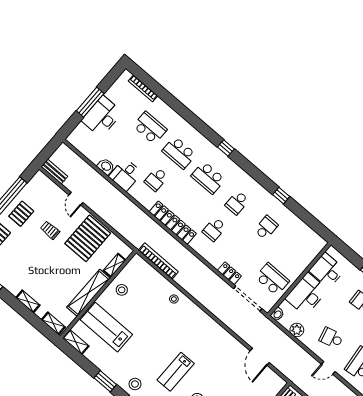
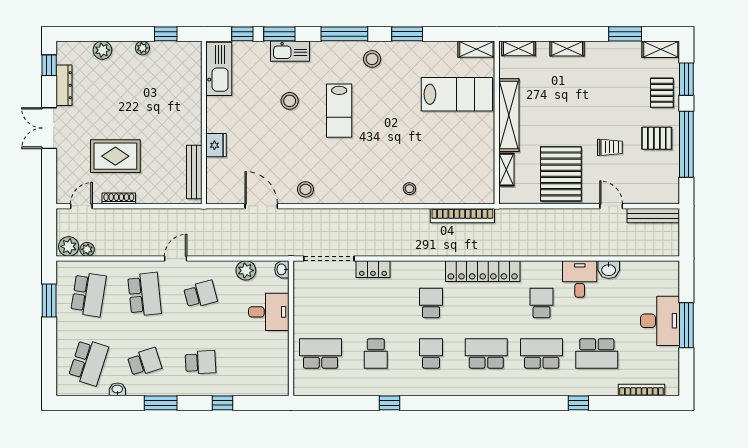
window: (226, 148) -> (578, 403), moved
bench: (54, 172) -> (653, 216), width x1.36
pallet: (21, 214) -> (657, 138), turned 90
desk: (327, 270) -> (269, 364), removed
school desk: (272, 279) -> (321, 354), moved, turned 180
stool: (122, 290) -> (305, 189), moved
desk: (307, 294) -> (269, 312), width x0.73
lab bench: (176, 372) -> (339, 111), turned 180

